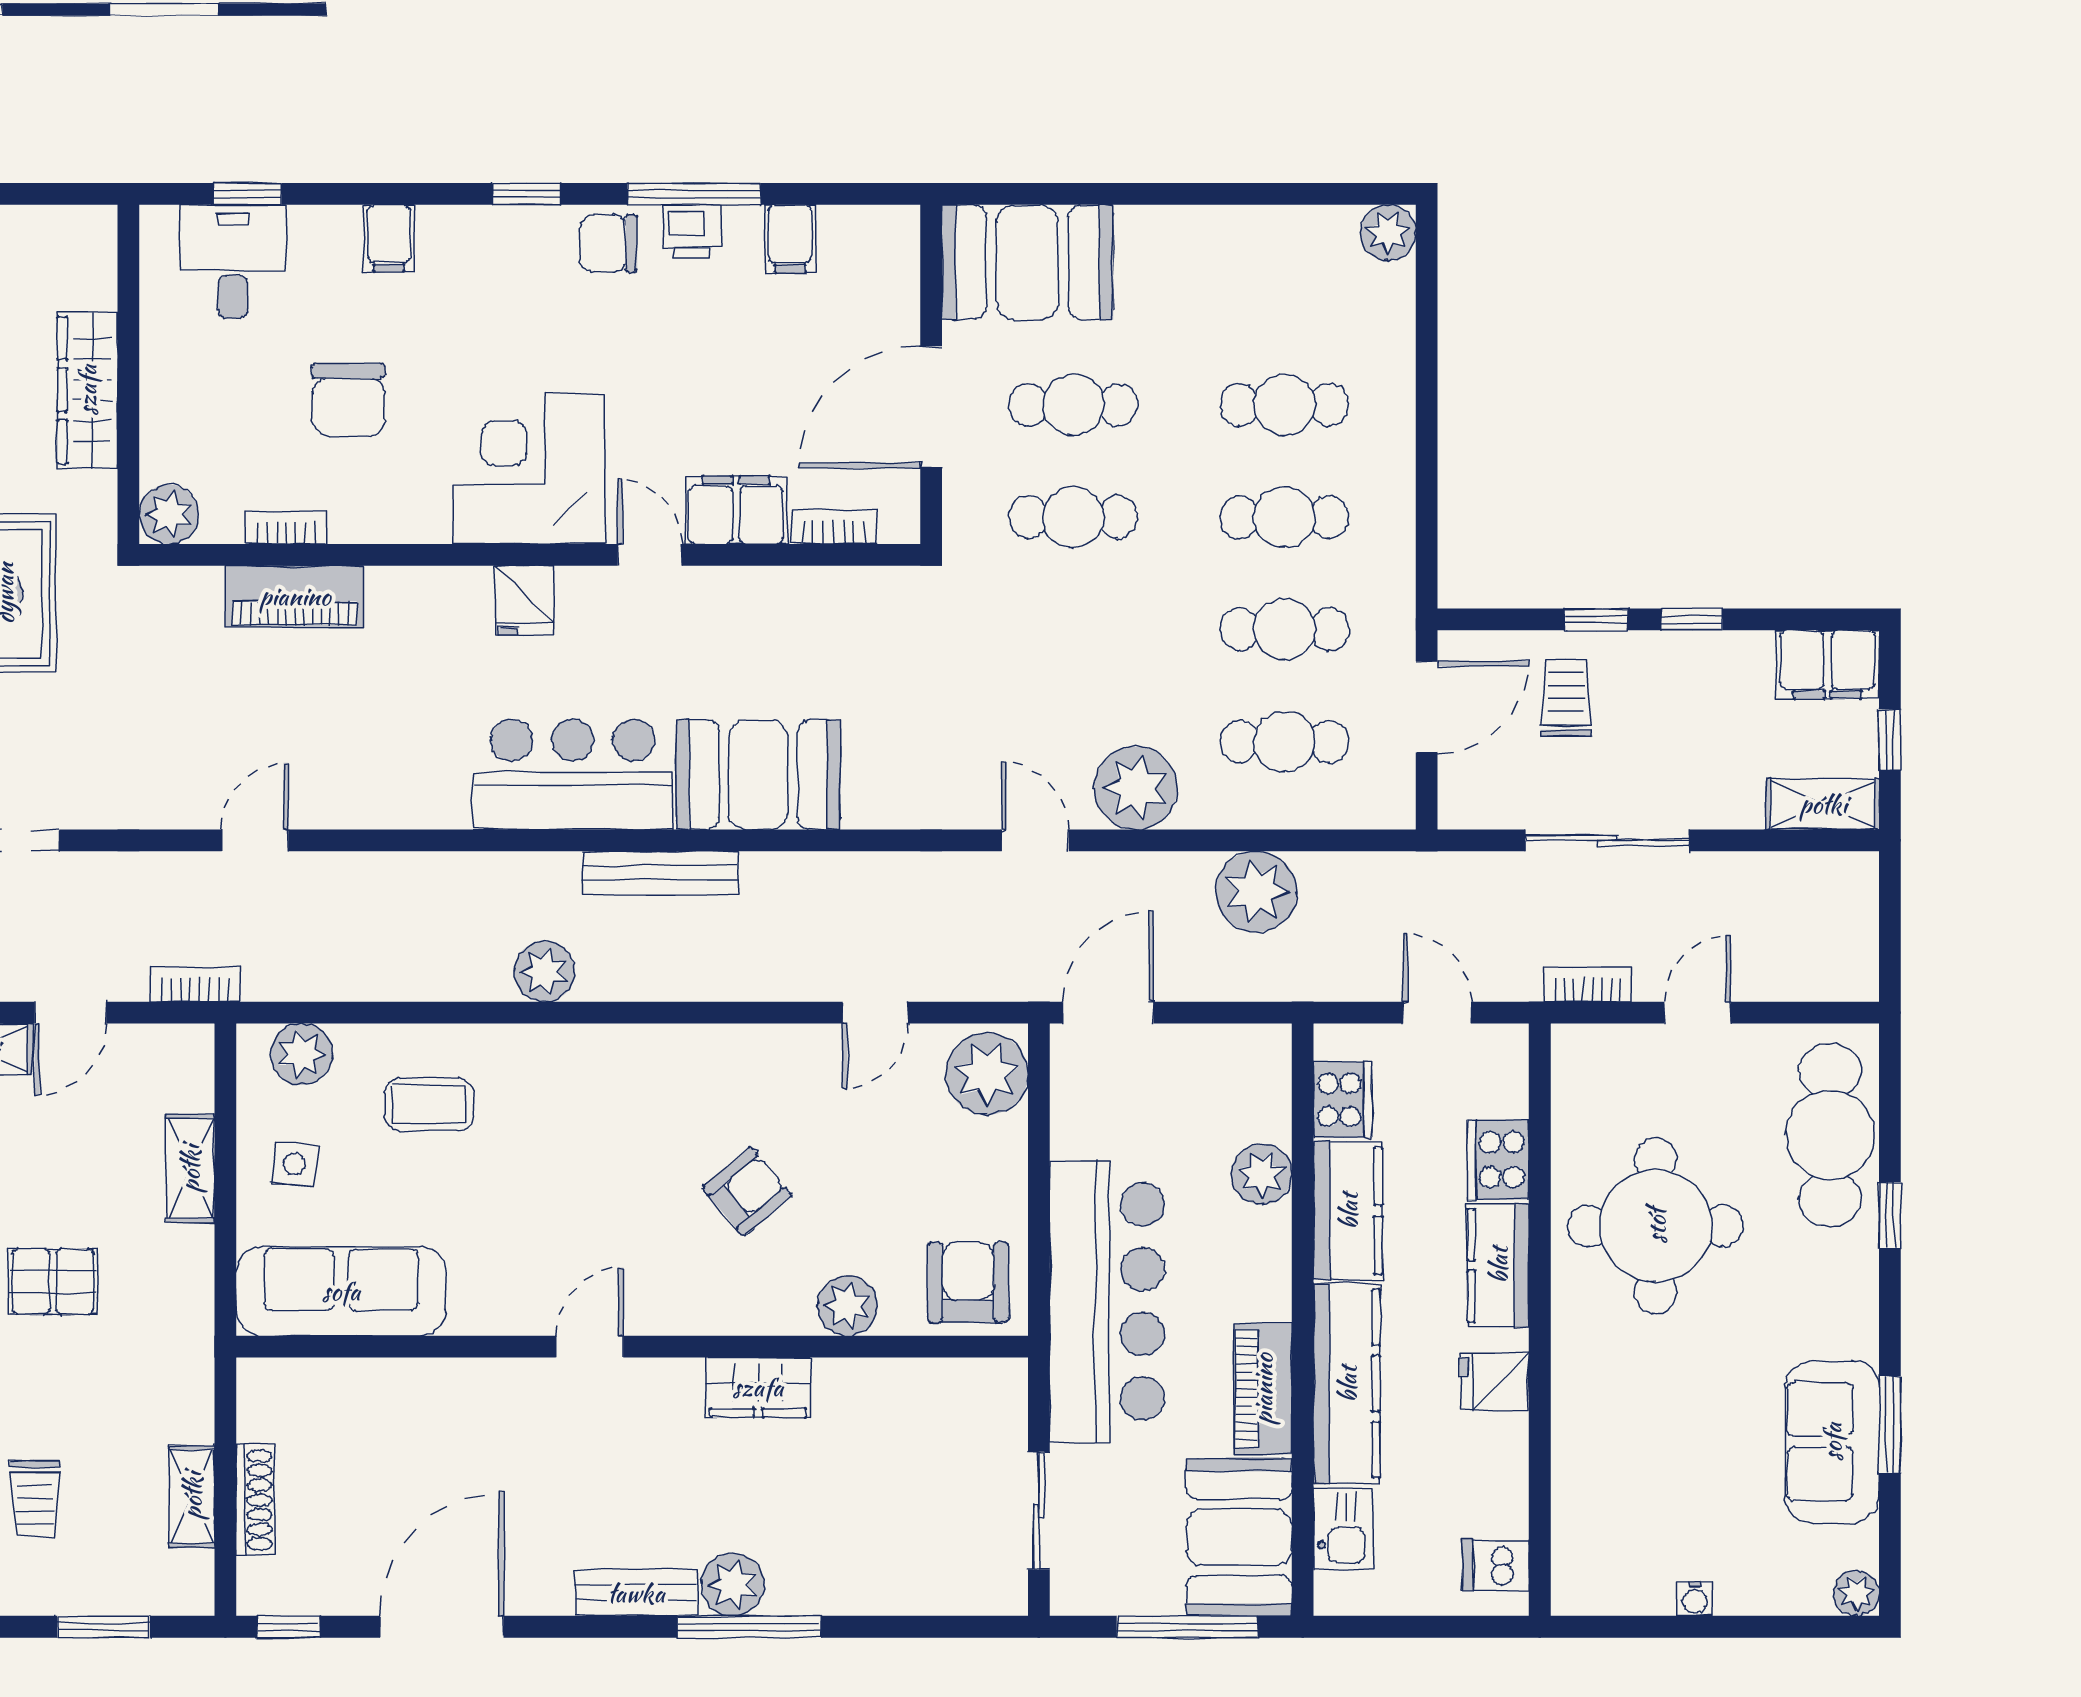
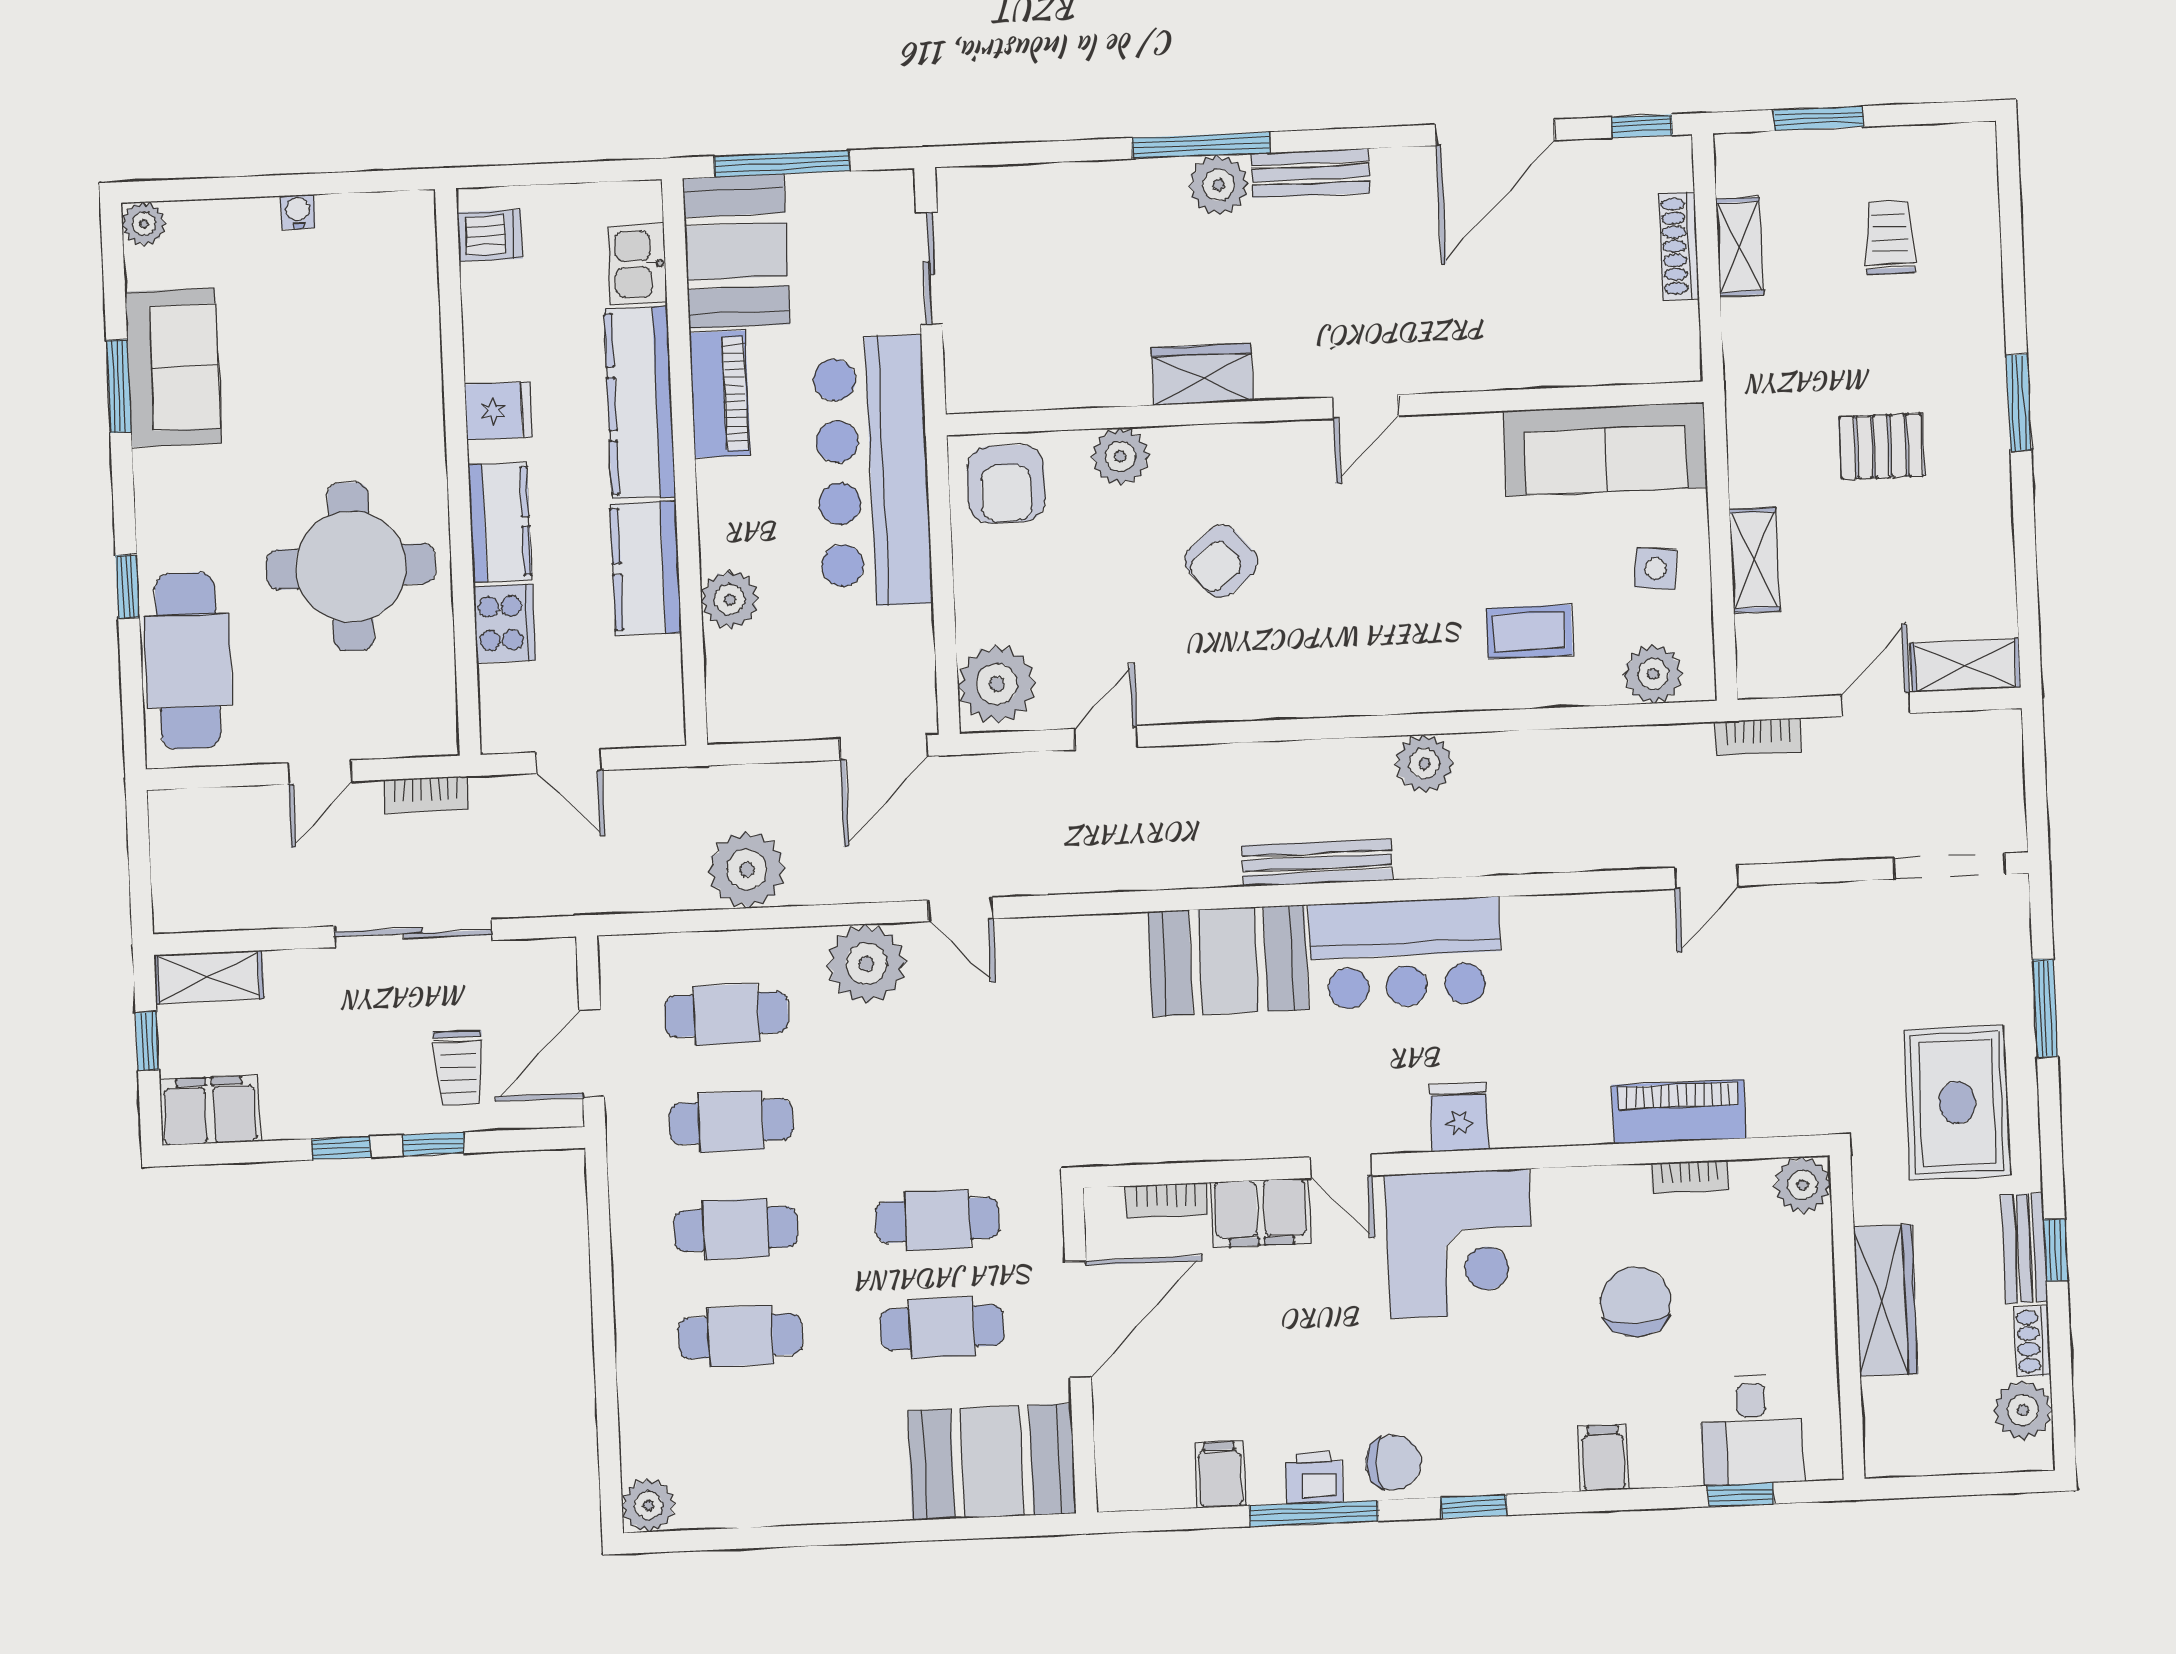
cooker: (1343, 1100) -> (656, 674), removed

